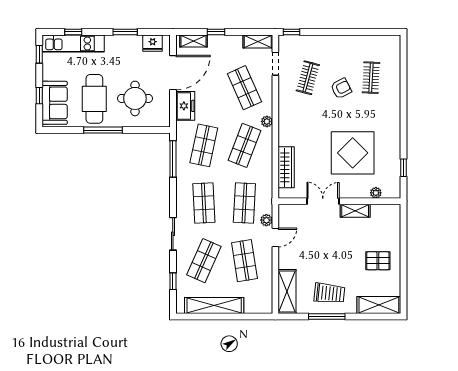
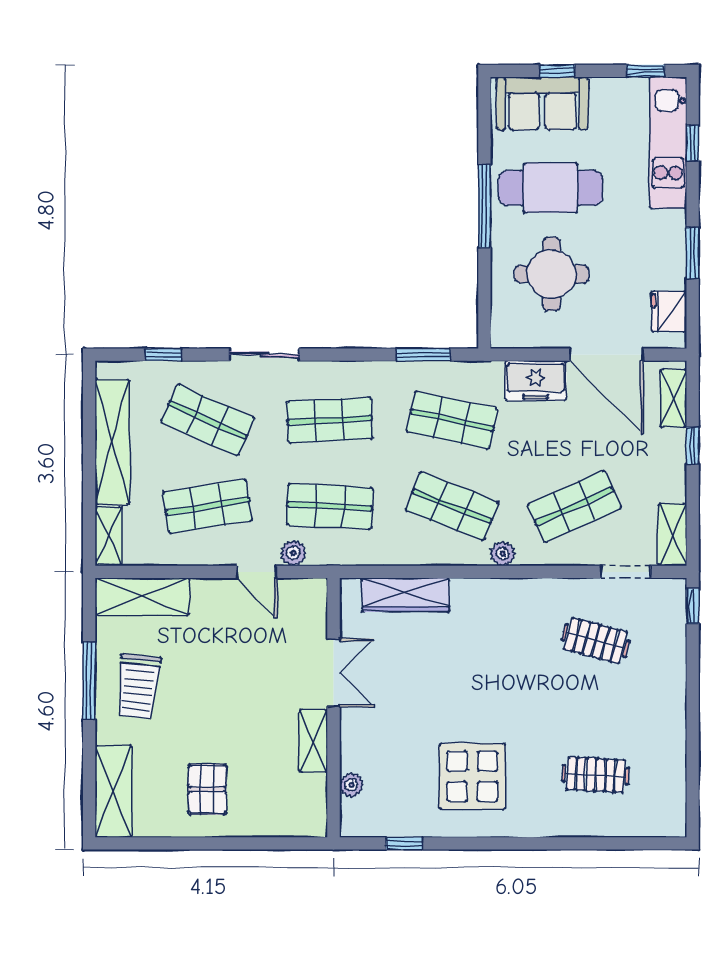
armchair: (341, 88) -> (573, 711), removed
display table: (353, 153) -> (472, 776), moved, width x0.73, depth x0.73
window: (173, 159) -> (423, 355), width x0.69
shelving: (259, 307) -> (108, 536), added

